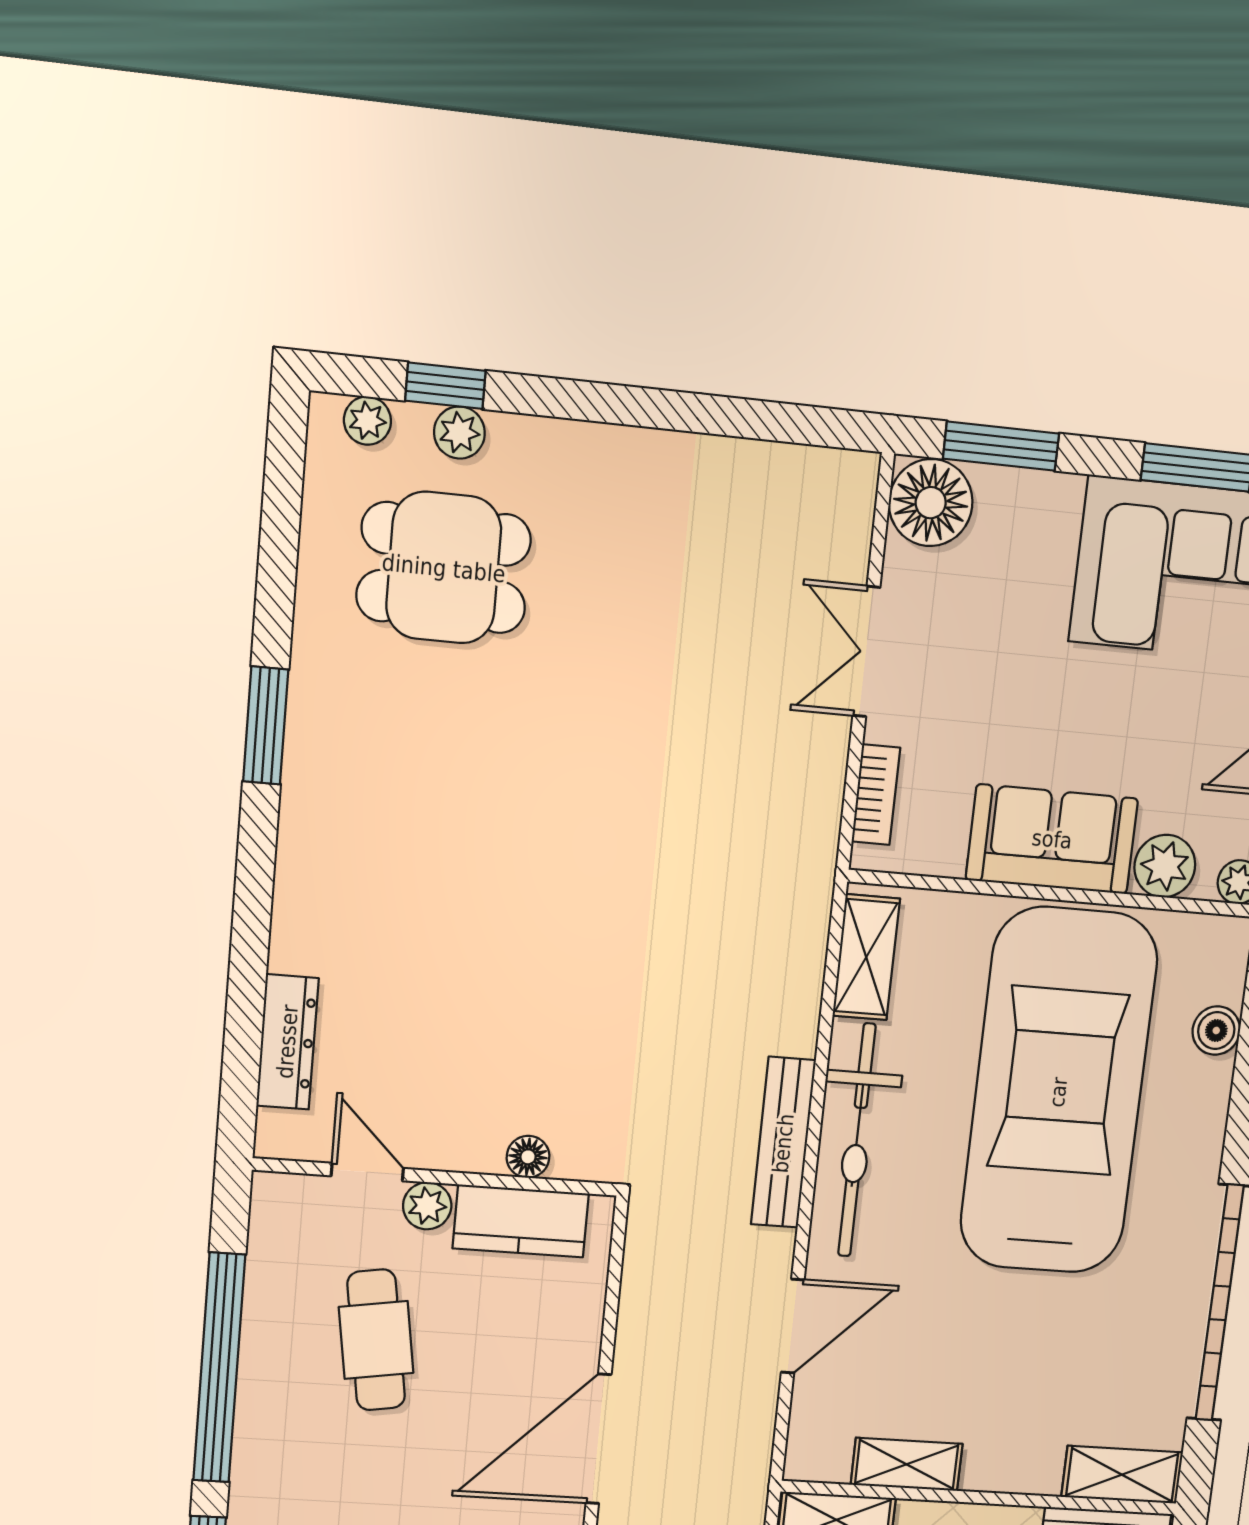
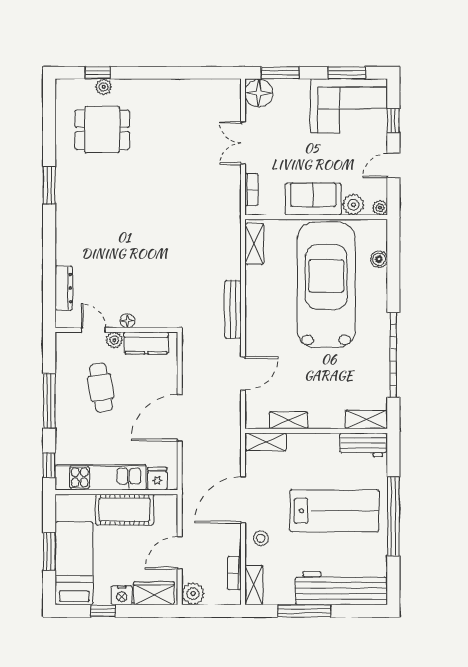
plant: (367, 421) -> (74, 86), removed
bicycle: (857, 1140) -> (258, 307), removed
floor lamp: (528, 1157) -> (127, 321), moved
window: (219, 1368) -> (49, 401), width x0.68

